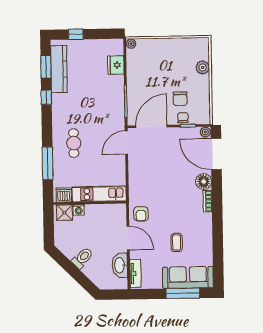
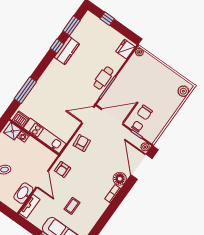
fridge: (116, 65) -> (125, 49), moved
plant: (203, 67) -> (183, 91), moved
kitchen counter: (59, 69) -> (67, 51), moved, width x0.67
cafe table: (74, 143) -> (103, 78), moved
armchair: (141, 174) -> (82, 143), added

